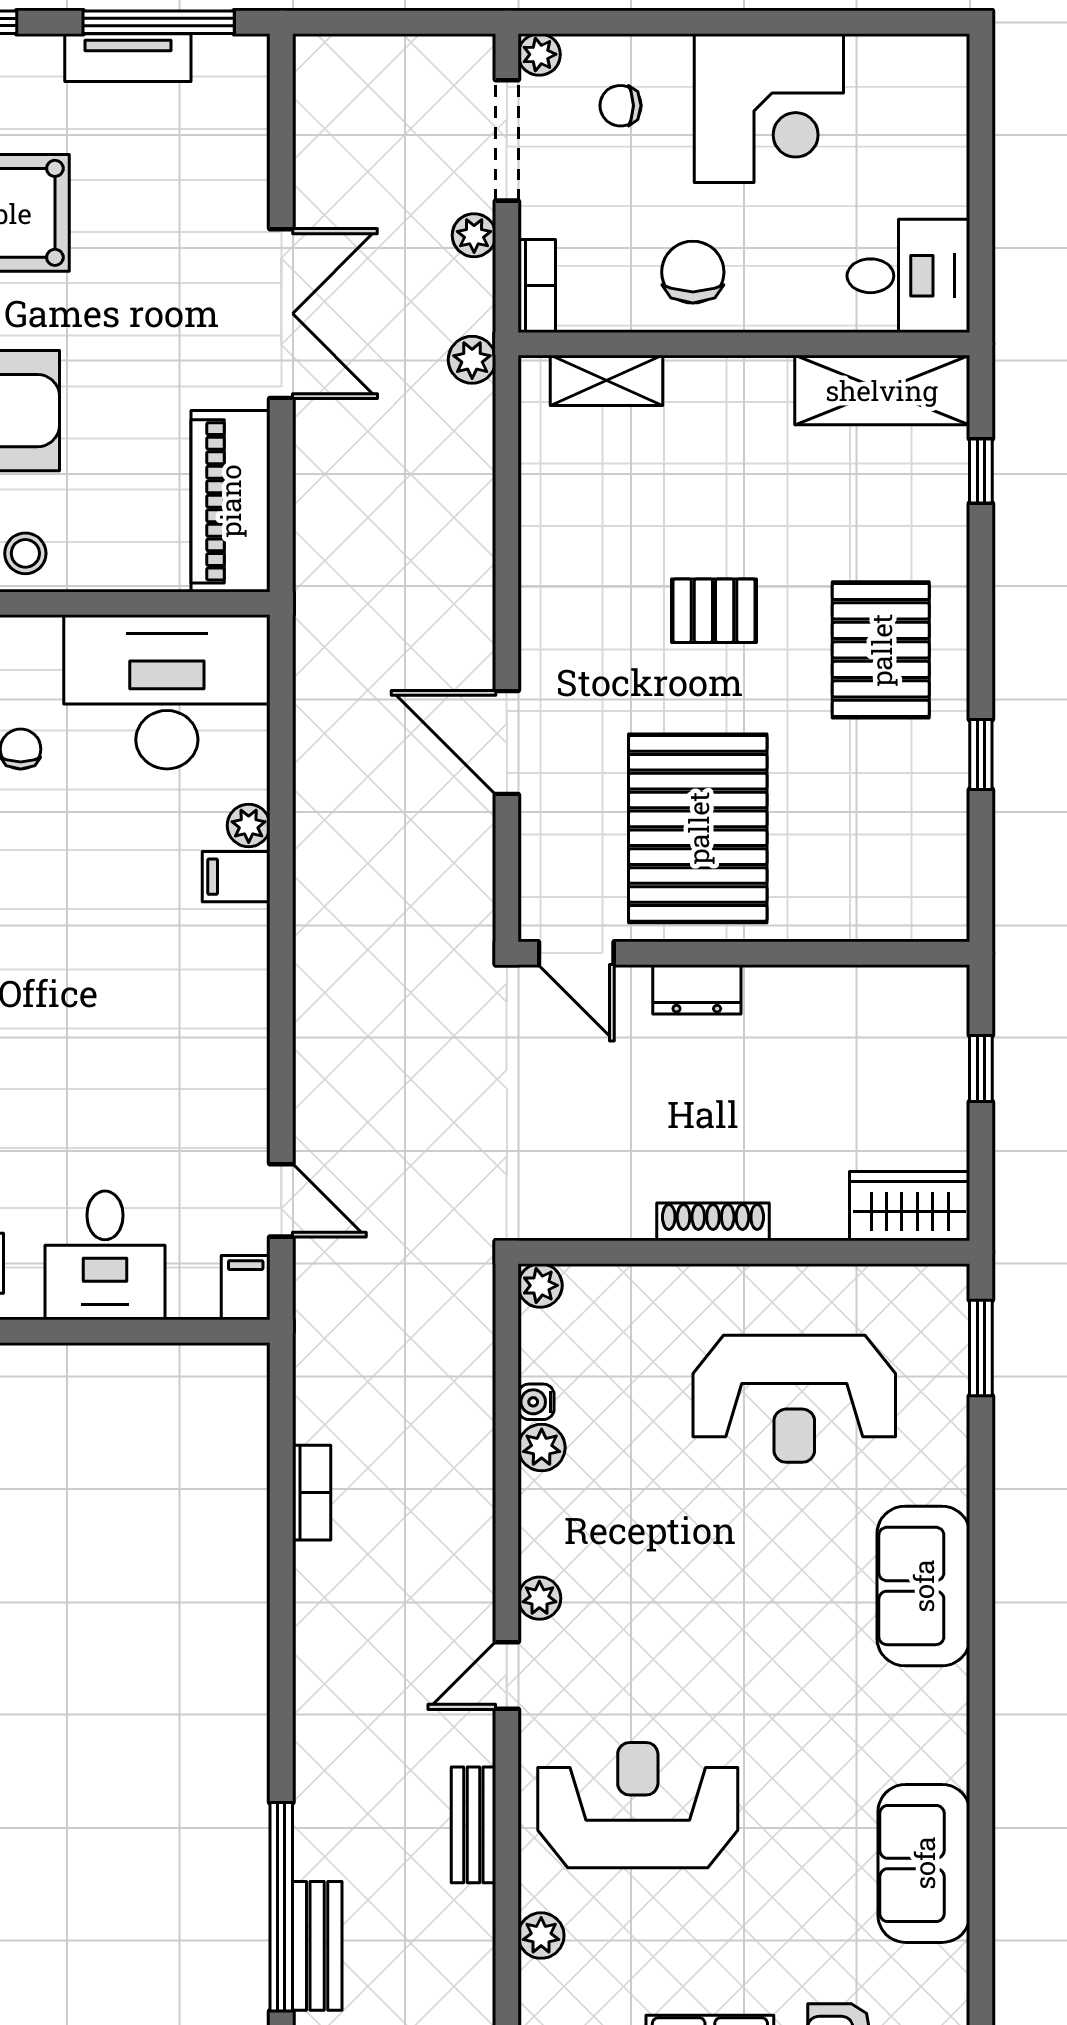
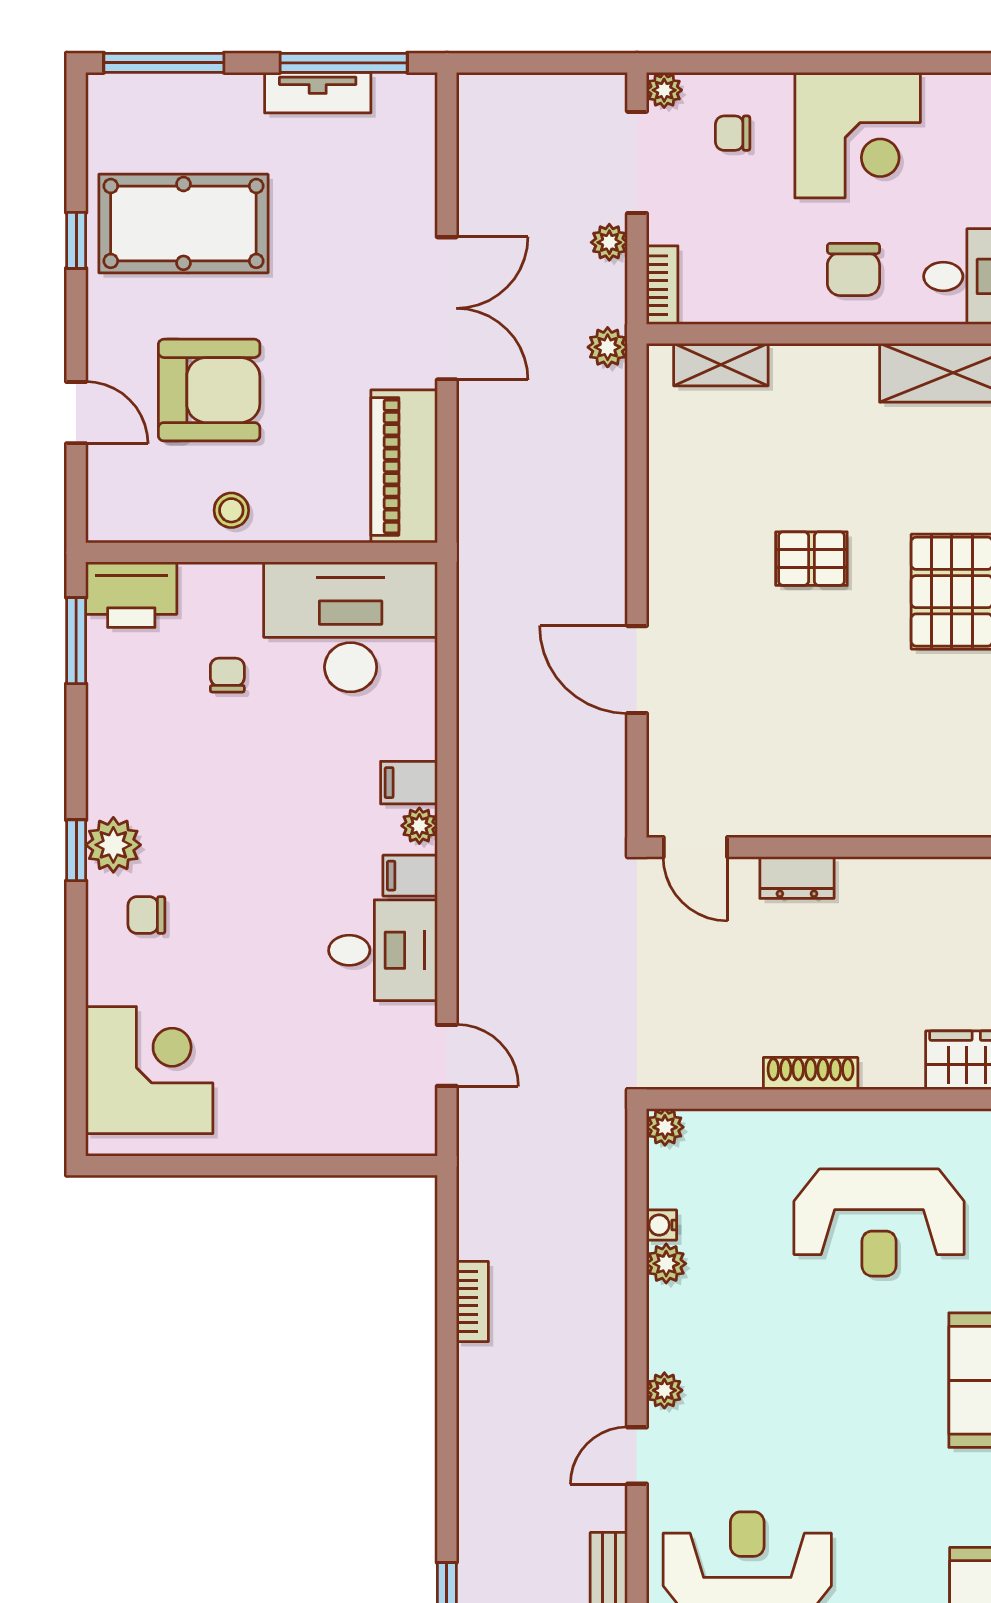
chair: (693, 272) -> (853, 269), moved, turned 180
plant: (249, 825) -> (419, 826), moved
pallet: (698, 828) -> (798, 742), removed
desk: (105, 1255) -> (383, 950), moved, turned -90
filing cabinet: (246, 1288) -> (410, 876), moved, turned -90

